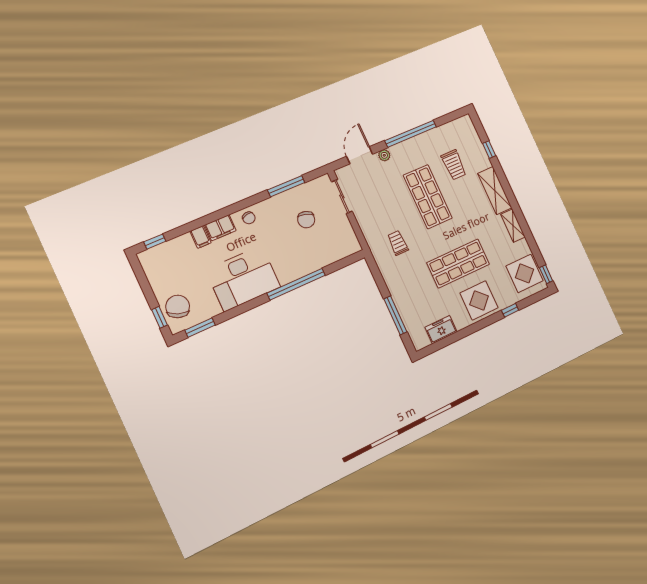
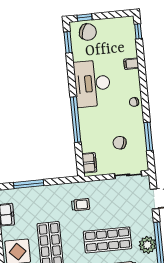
plant: (384, 155) -> (147, 245), moved, width x1.87, depth x1.87
filing cabinet: (220, 228) -> (89, 163), moved, turned 180

